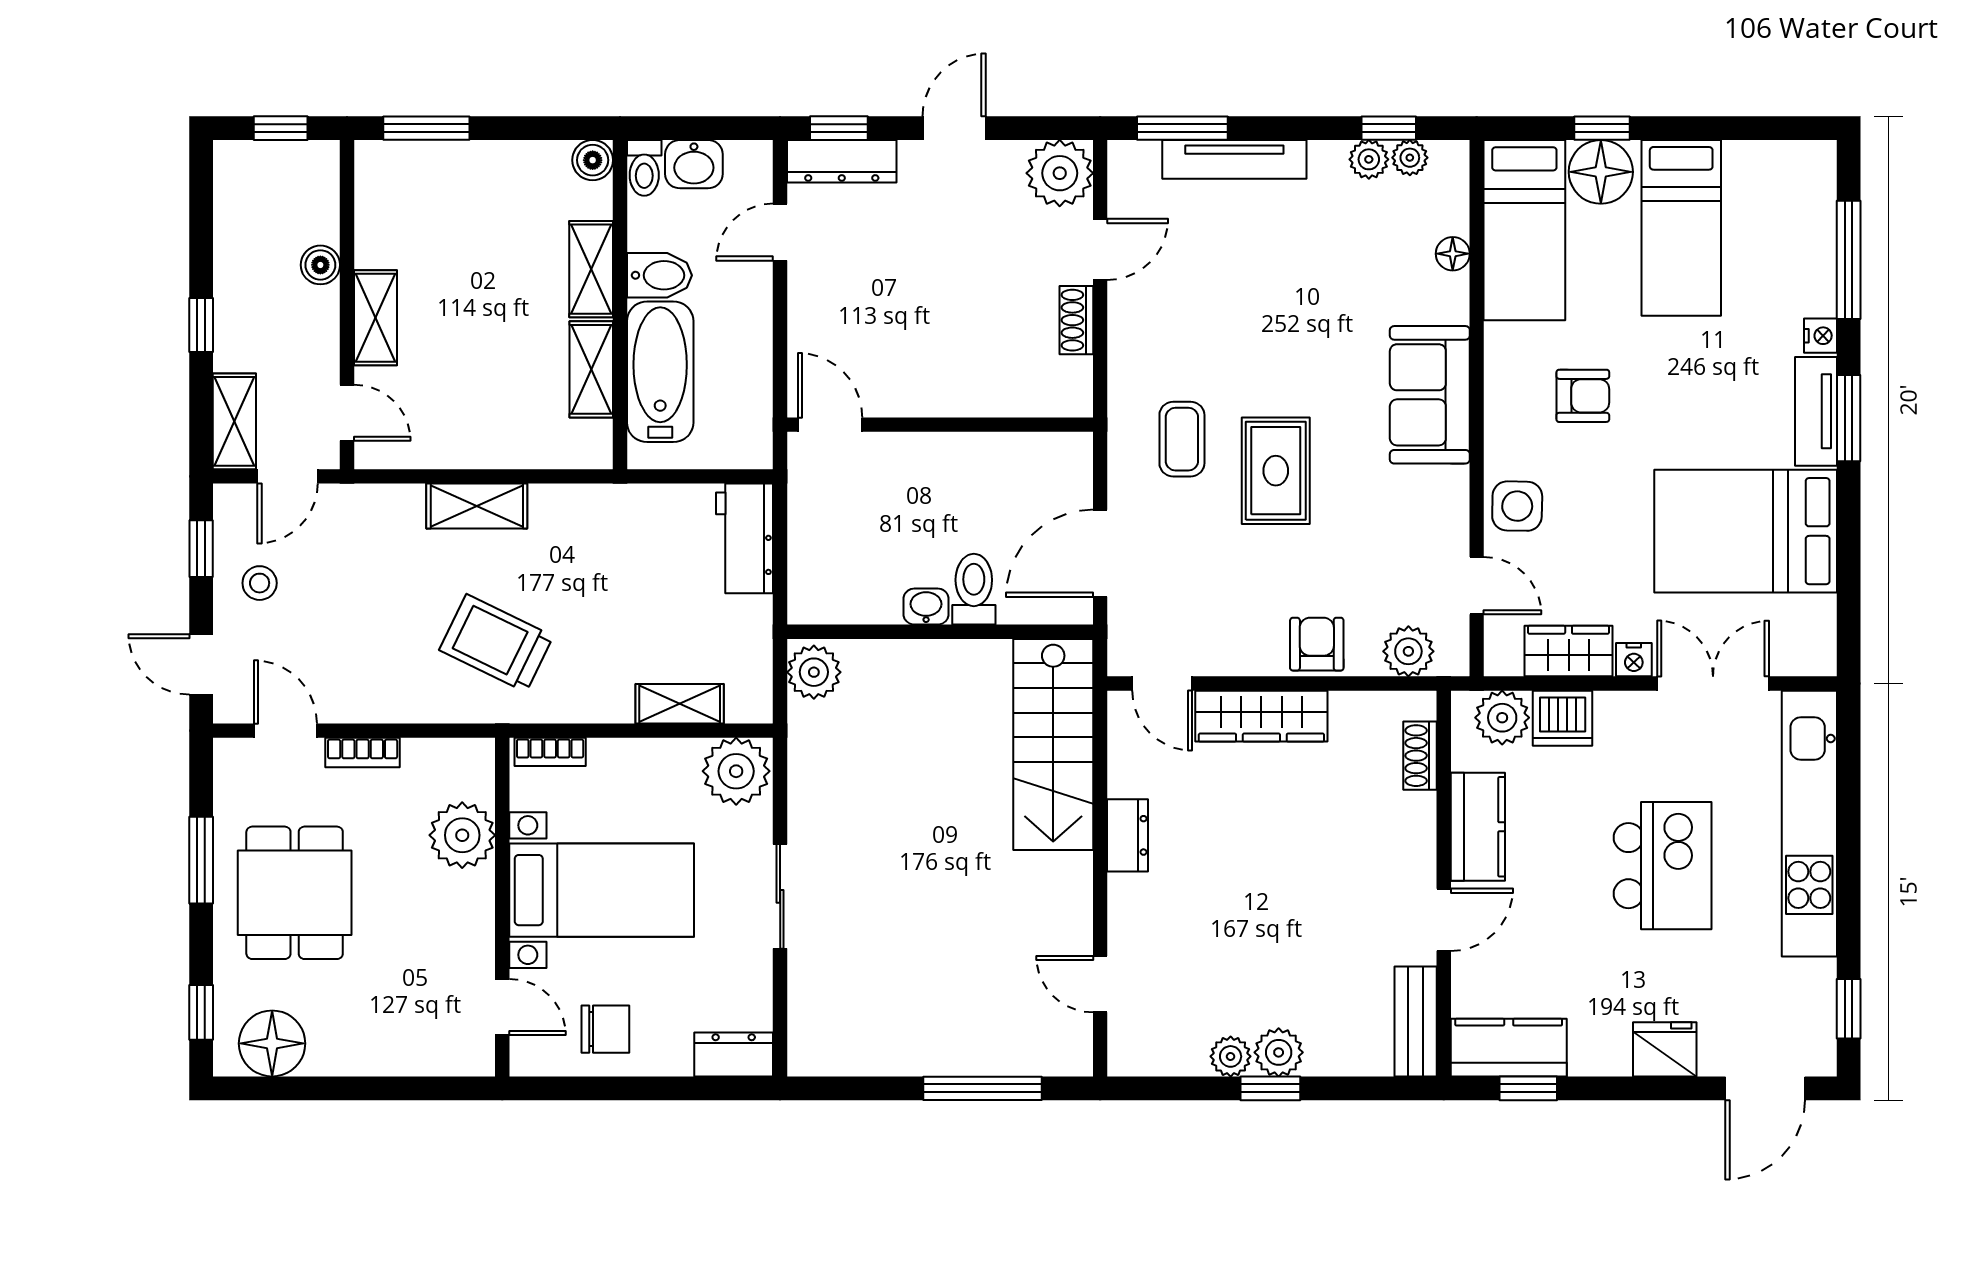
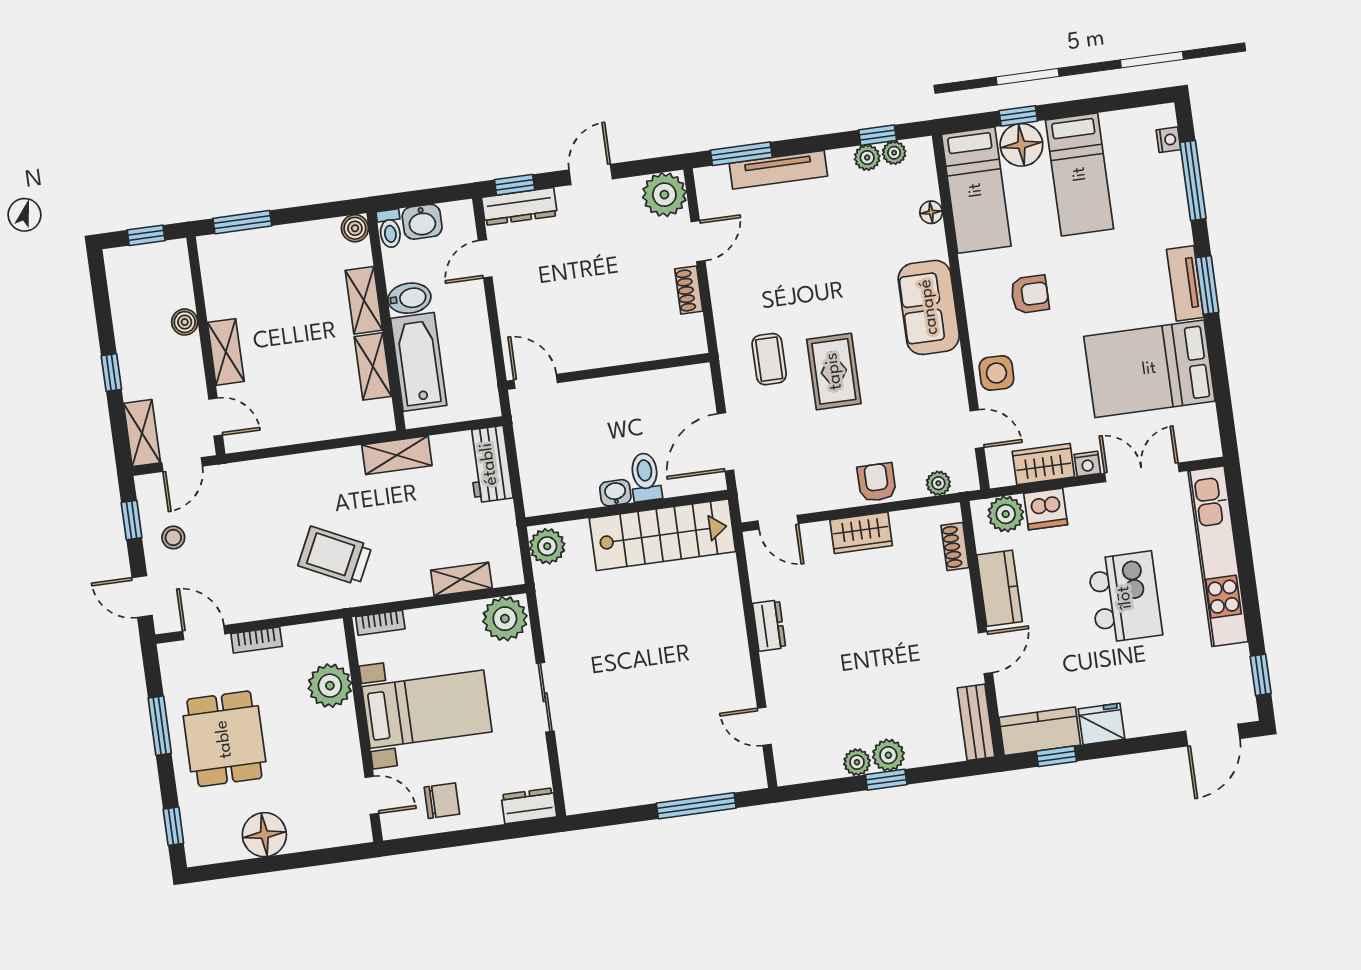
nightstand: (1820, 336) -> (1168, 140), moved
shelving: (477, 506) -> (397, 455), moved
plant: (1408, 651) -> (938, 483), width x0.73, depth x0.73
wardrobe: (1261, 716) -> (861, 533), width x0.67
stairs: (1053, 744) -> (662, 535), moved, turned -90
floor lamp: (272, 1043) -> (264, 835), moved
fridge: (1665, 1049) -> (1102, 724), moved

